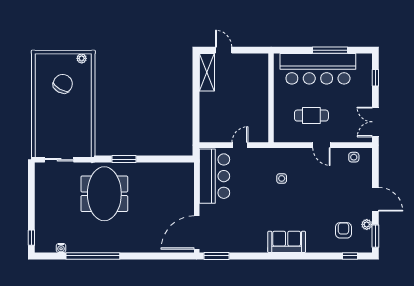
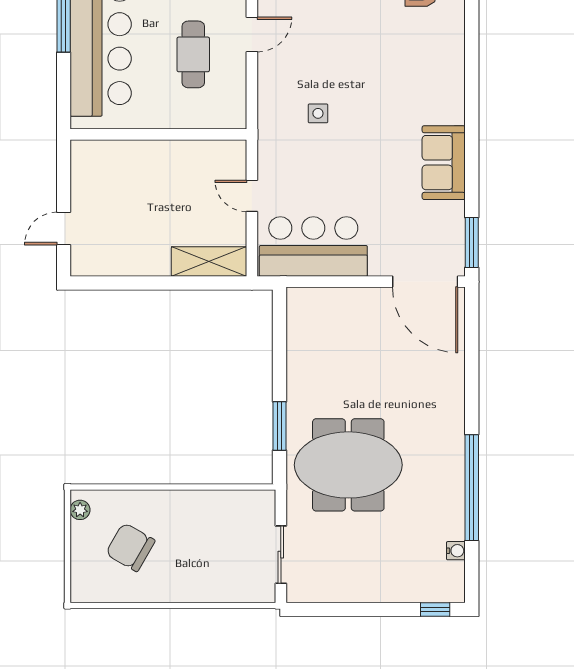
shelving: (207, 72) -> (209, 262), moved
sofa: (287, 242) -> (444, 163), moved

